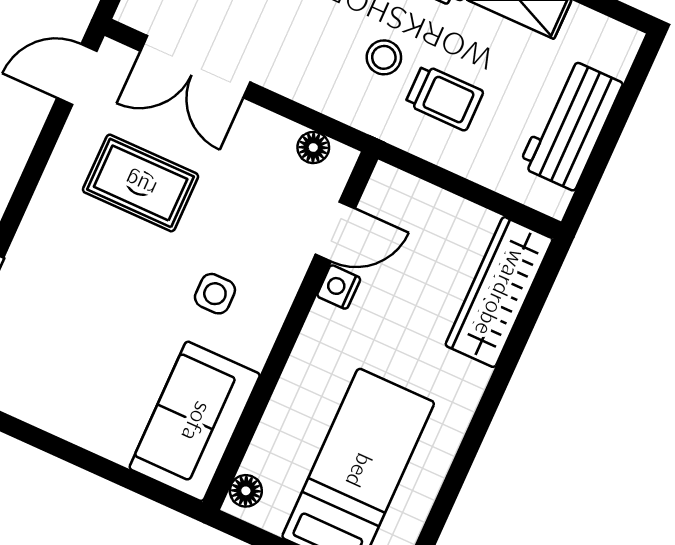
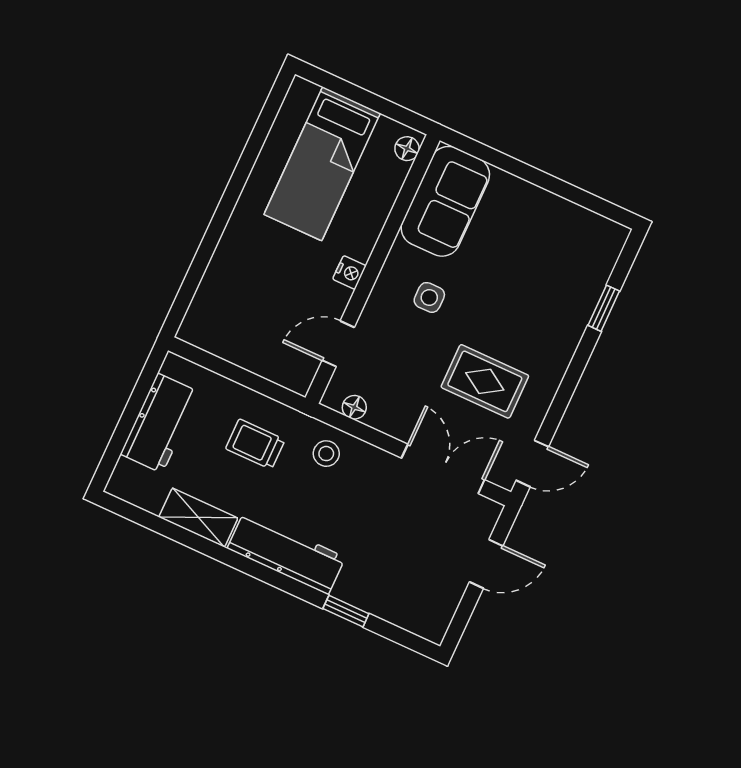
stool: (384, 57) -> (326, 454), moved
nightstand: (339, 287) -> (349, 272), moved
wardrobe: (499, 292) -> (215, 297), removed

